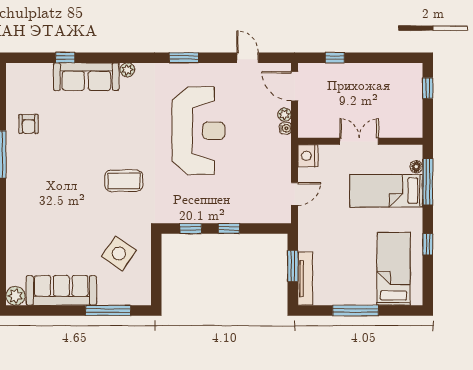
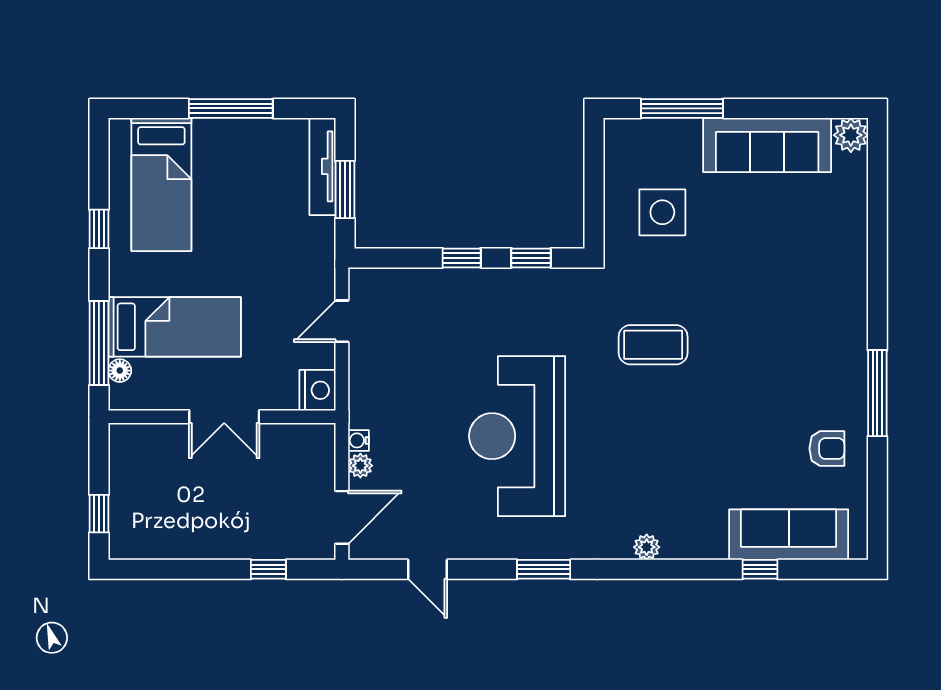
sofa: (86, 77) -> (789, 535), moved
door: (295, 86) -> (342, 517), hinge flipped
armchair: (29, 124) -> (827, 449), turned 90
side table: (119, 253) -> (662, 212), turned -34

